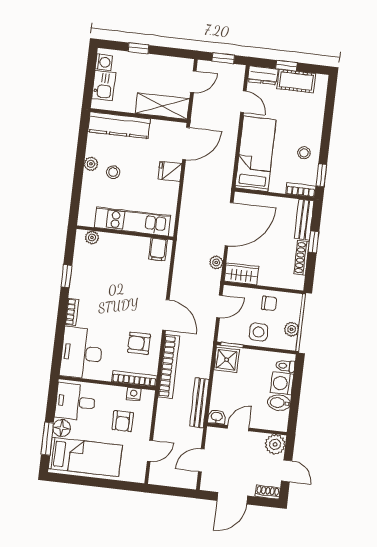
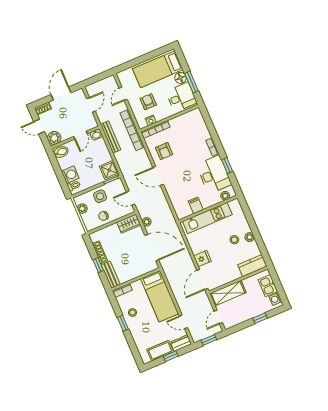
kitchen counter: (119, 125) -> (252, 266), width x0.67
window: (321, 175) -> (123, 323), moved
door: (229, 224) -> (152, 248), swing flipped
filing cabinet: (158, 249) -> (196, 205), moved
door: (219, 306) -> (131, 198), hinge flipped
armchair: (139, 343) -> (164, 151), turned 90
desk: (82, 353) -> (214, 174), moved
bookcase: (169, 366) -> (132, 130), moved
bidet: (279, 403) -> (61, 152), moved
window: (47, 439) -> (191, 82), moved

